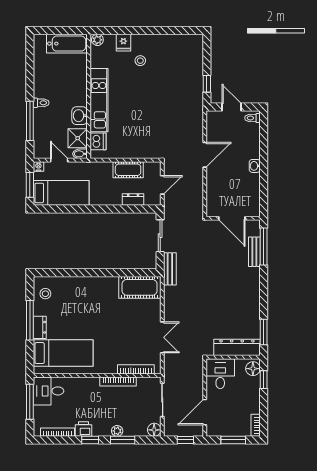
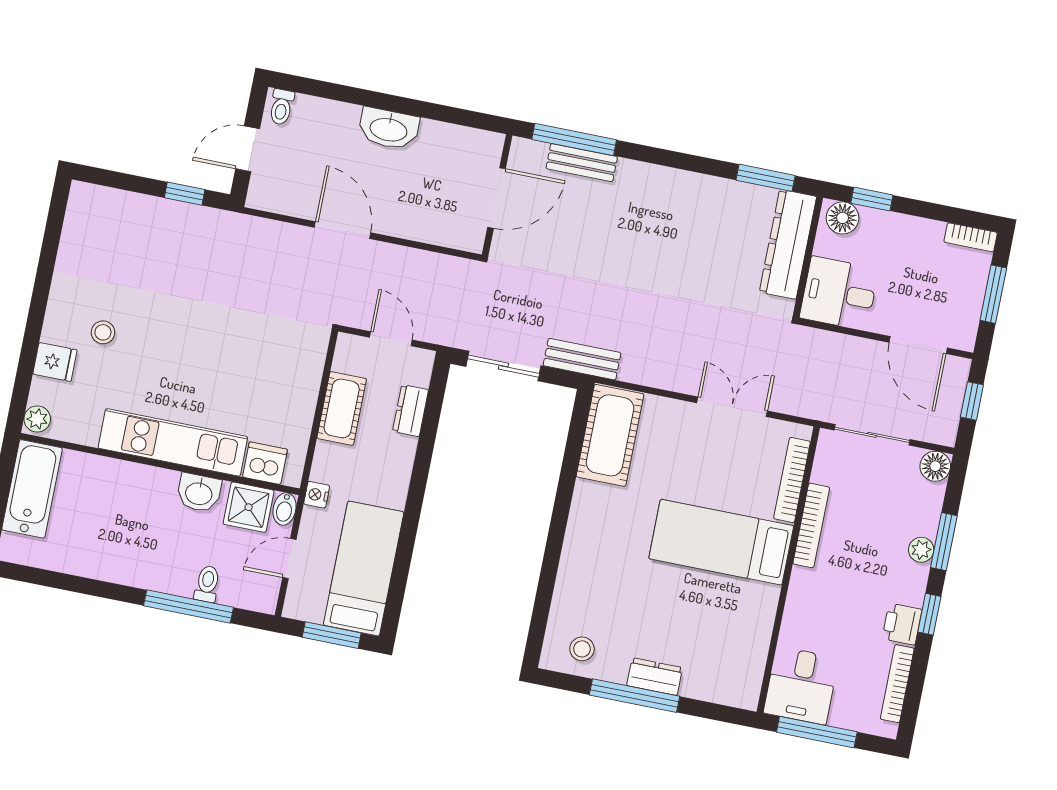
toilet: (41, 103) -> (207, 584), moved
nightstand: (38, 166) -> (317, 495), moved
washbasin: (255, 166) -> (389, 129), width x1.91, depth x1.45
bed: (63, 353) -> (721, 542), moved, turned -90

